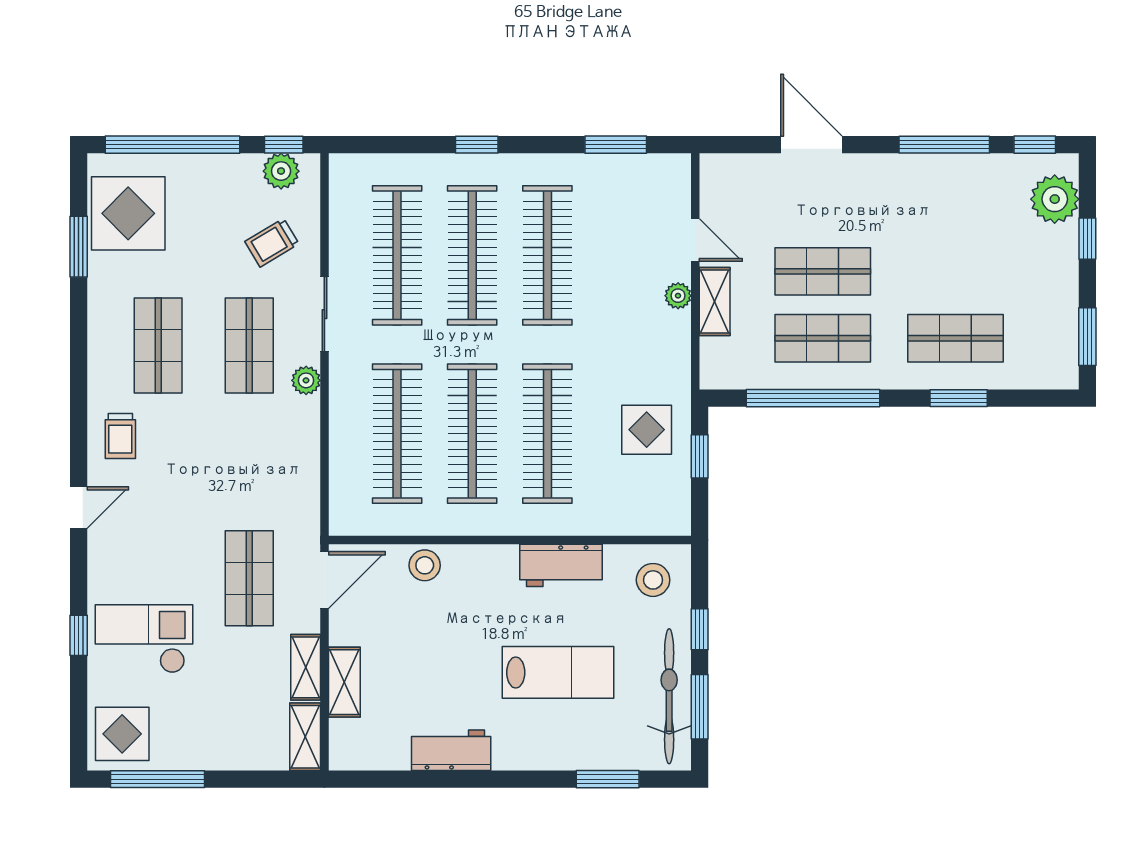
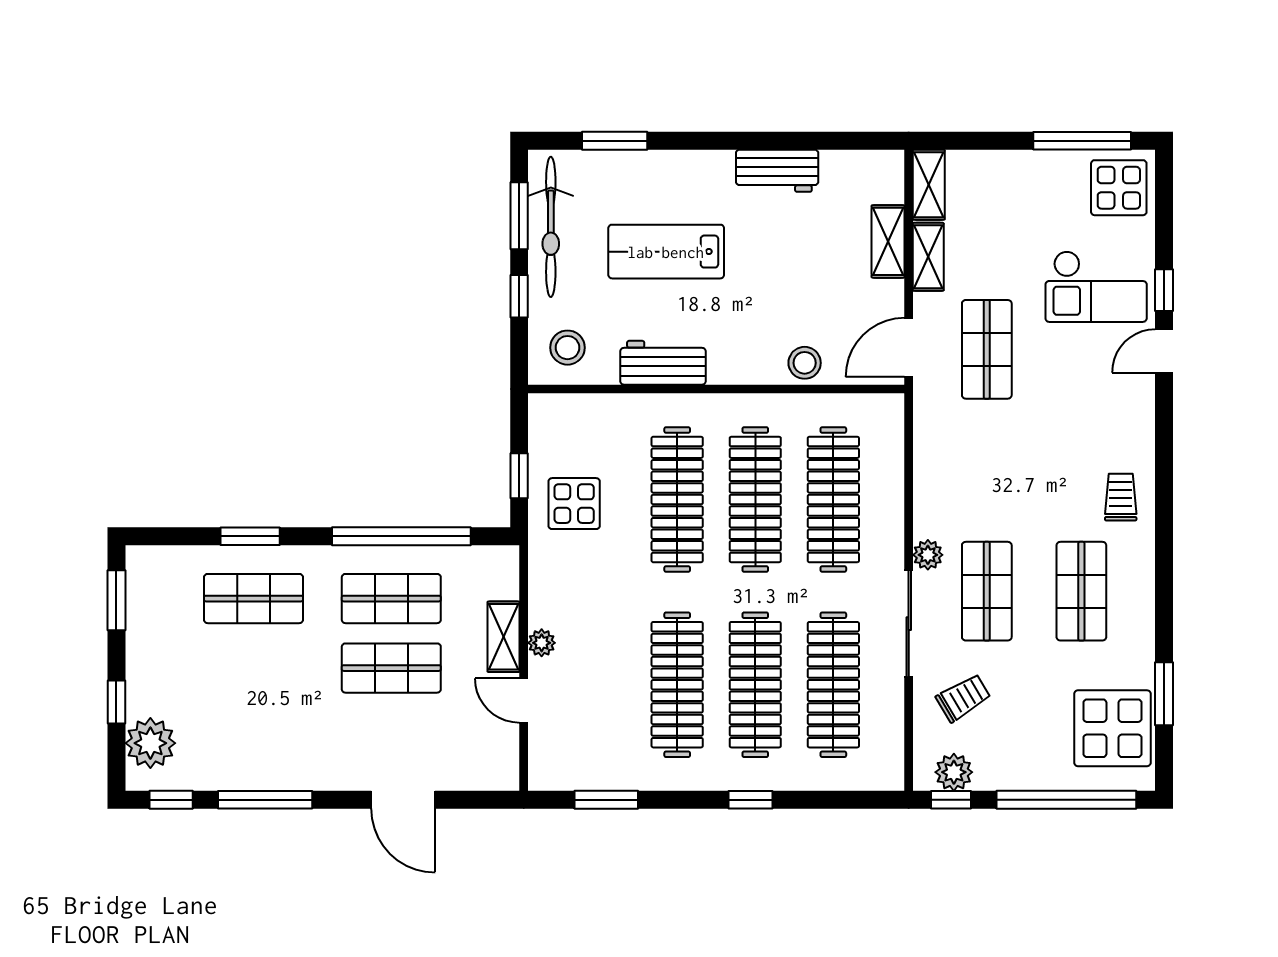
sliding door: (324, 314) -> (909, 624), width x1.37
door: (79, 508) -> (1164, 351), moved

